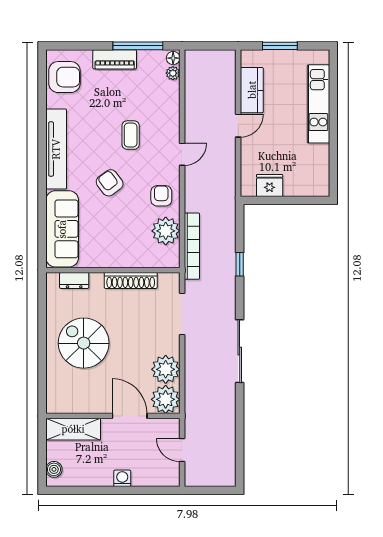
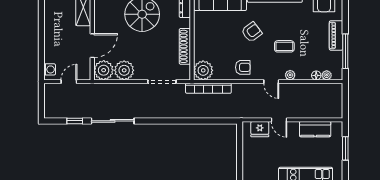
floor lamp: (173, 58) -> (316, 75), moved
door: (238, 126) -> (279, 120), moved
plant: (173, 127) -> (290, 75), added
fridge: (270, 185) -> (260, 129), moved, turned 90
plant: (166, 231) -> (203, 70), moved
window: (240, 264) -> (75, 121), moved
sliding door: (240, 351) -> (113, 121), moved
washing machine: (122, 478) -> (50, 69), moved

